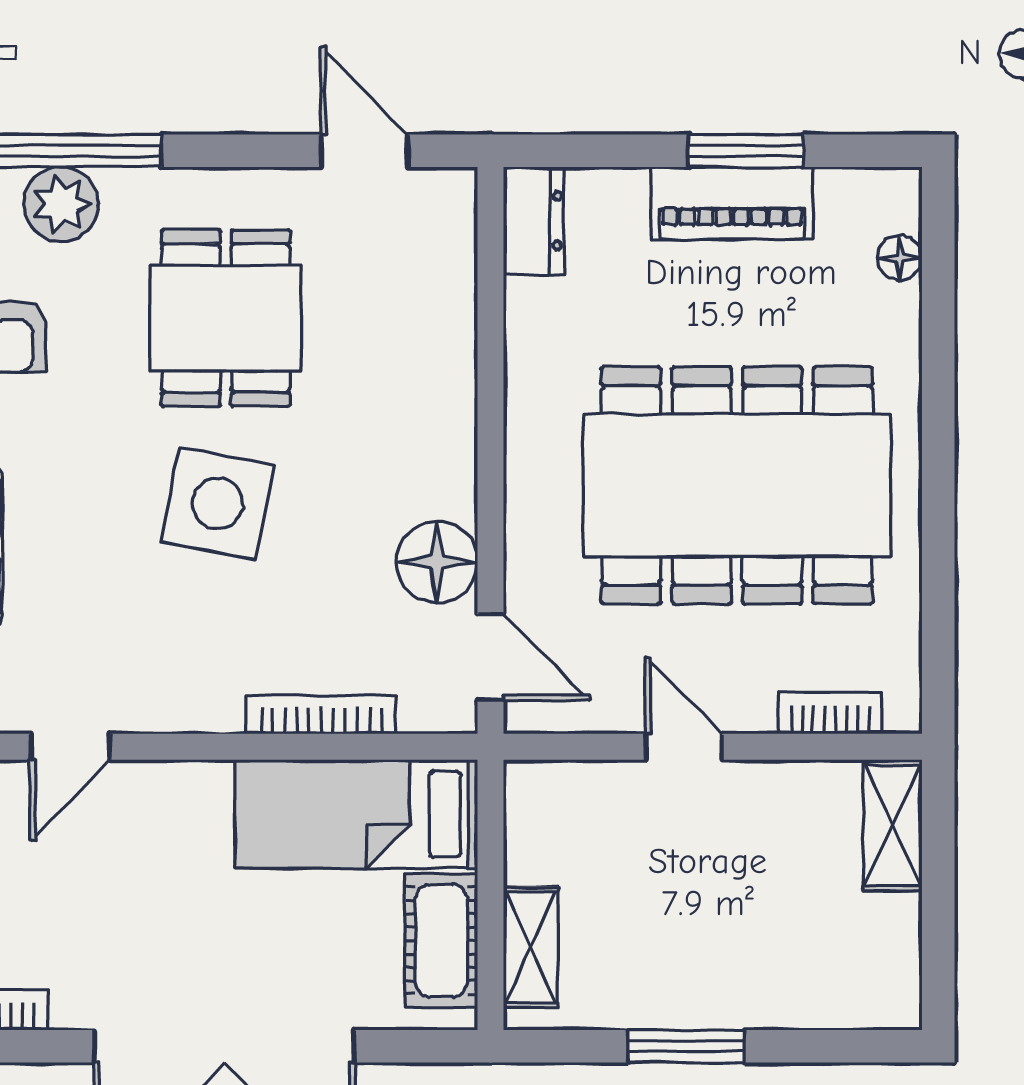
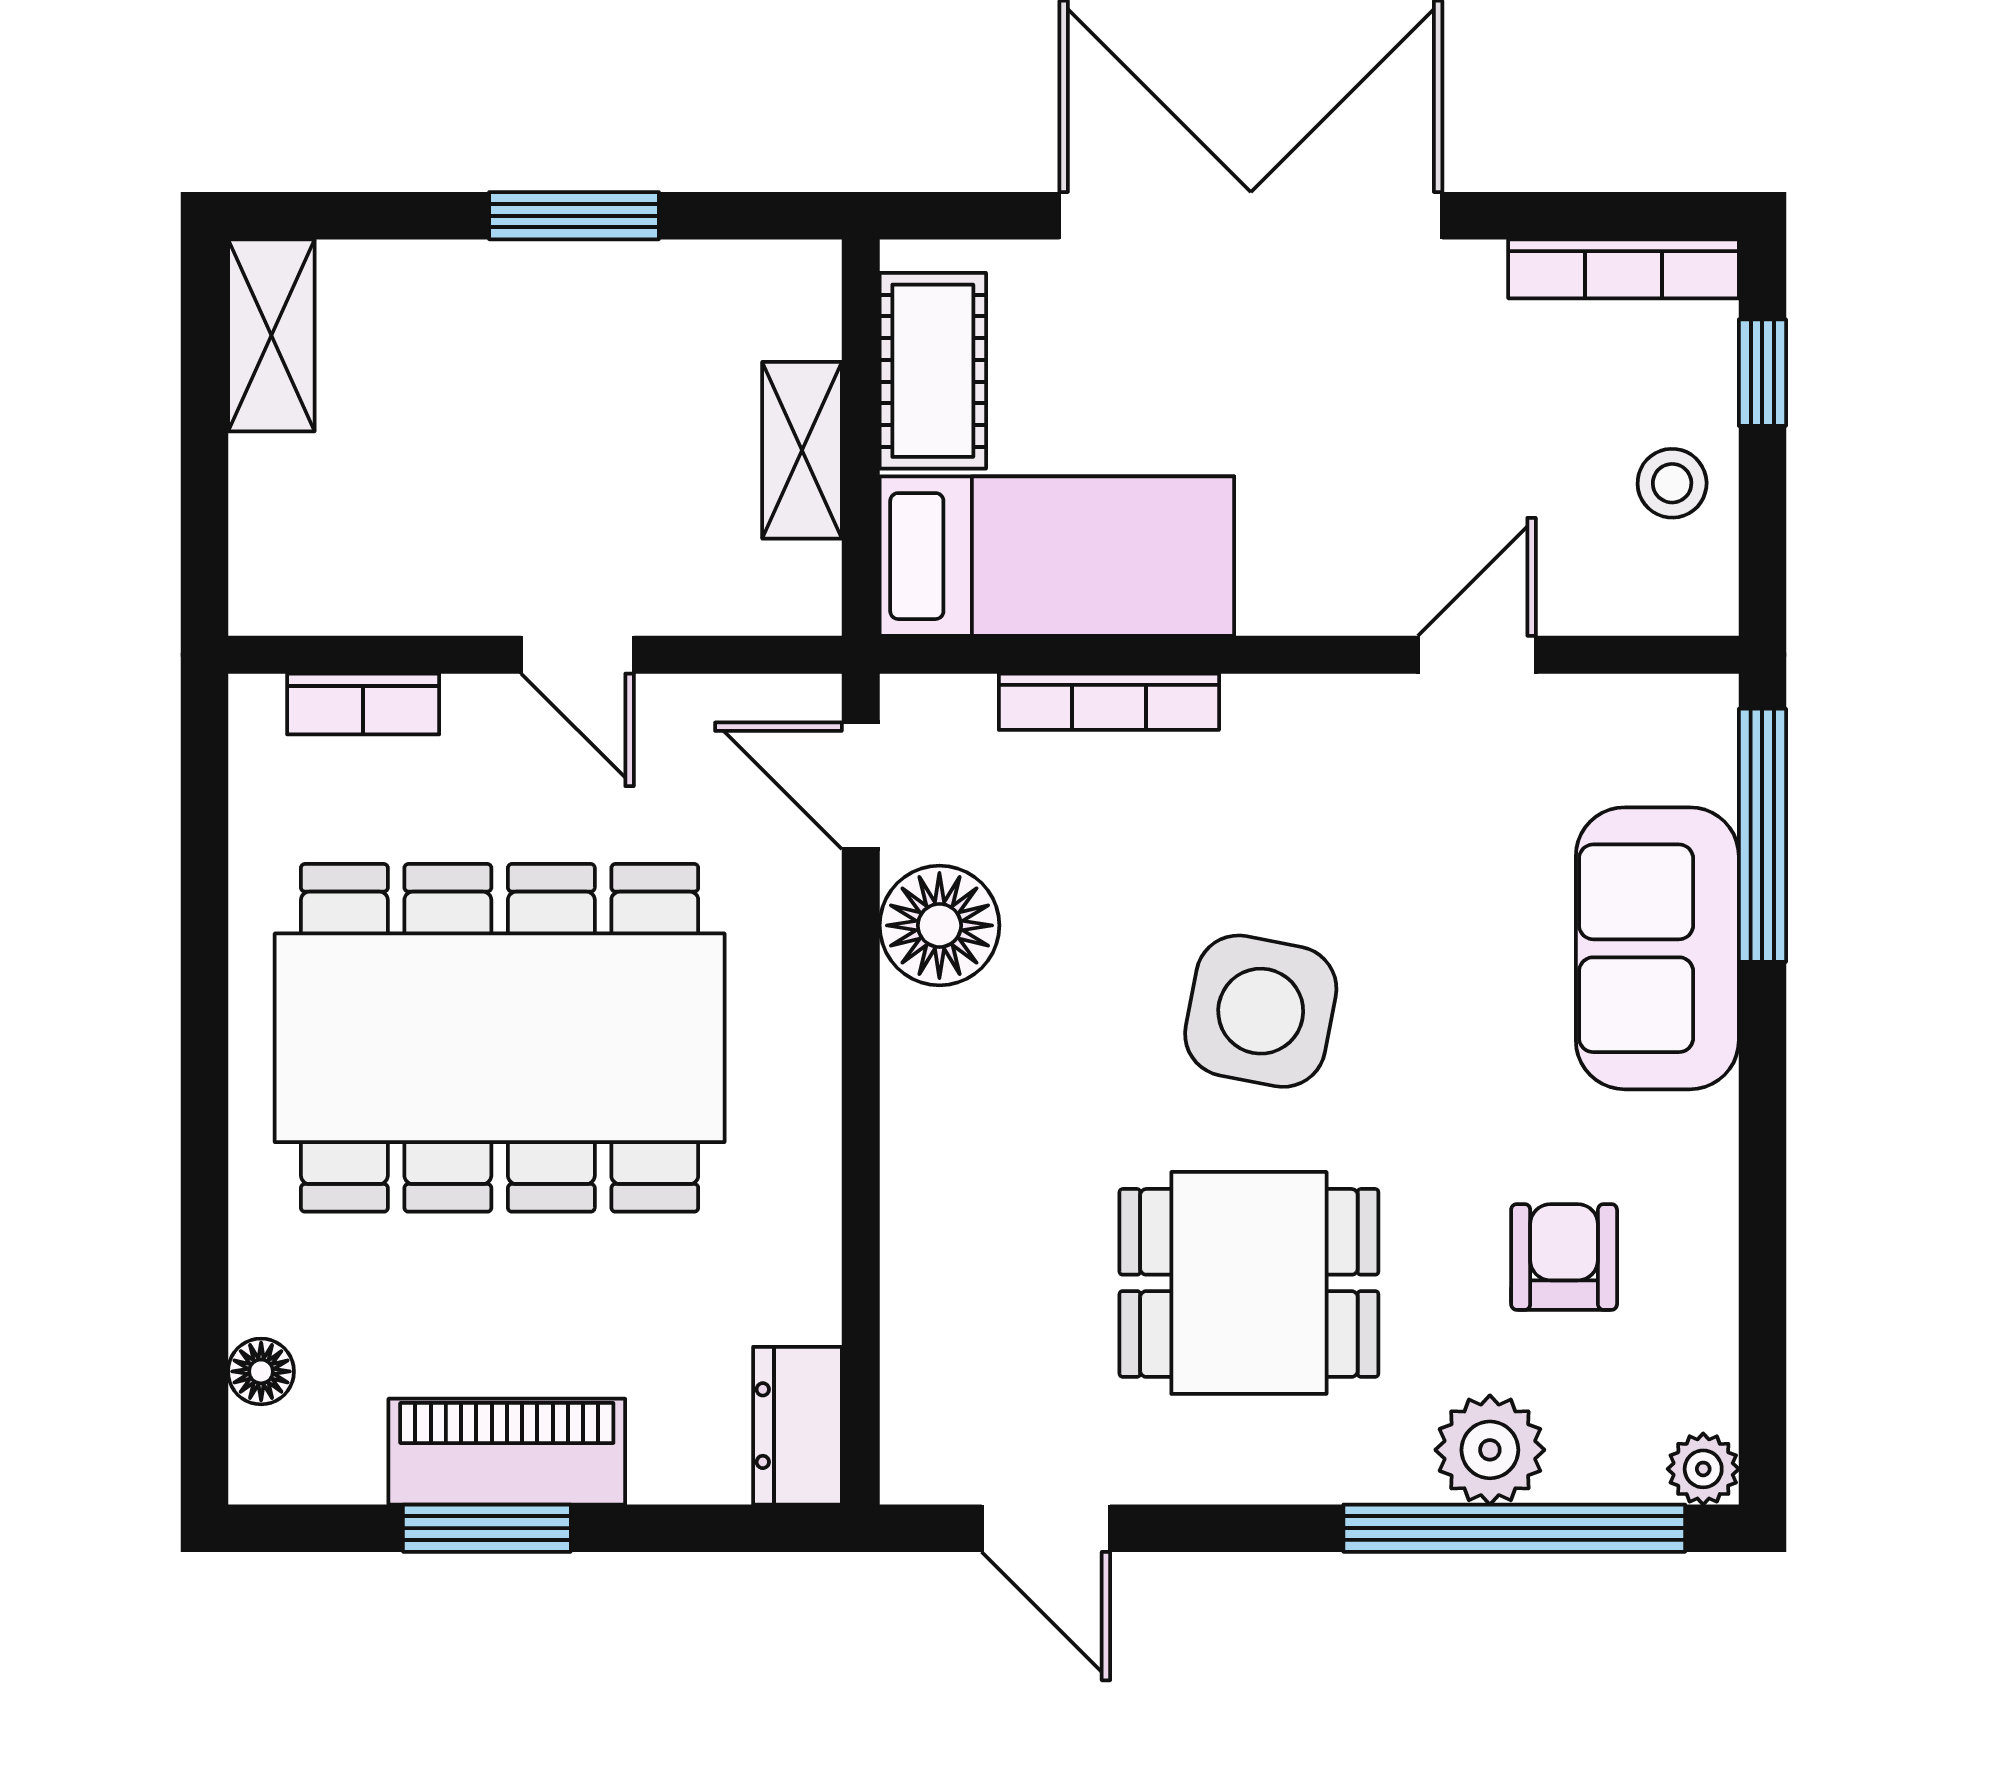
dining table: (226, 318) -> (1249, 1283), turned 90
shelving: (893, 825) -> (271, 335), moved
shelving: (531, 947) -> (802, 450), moved

